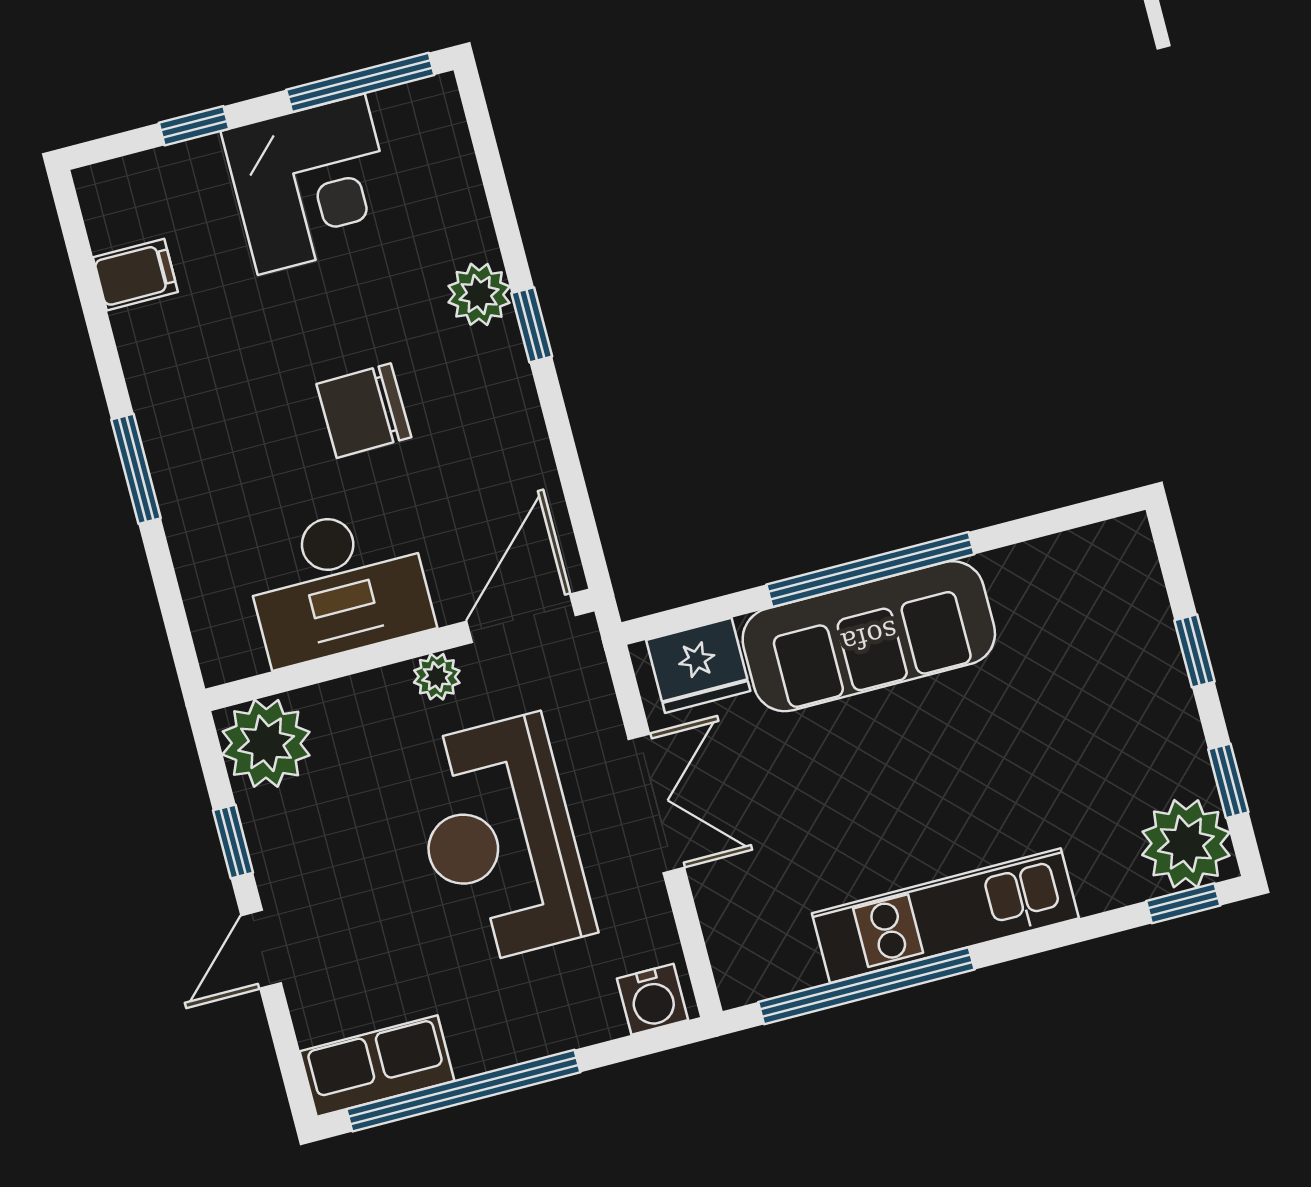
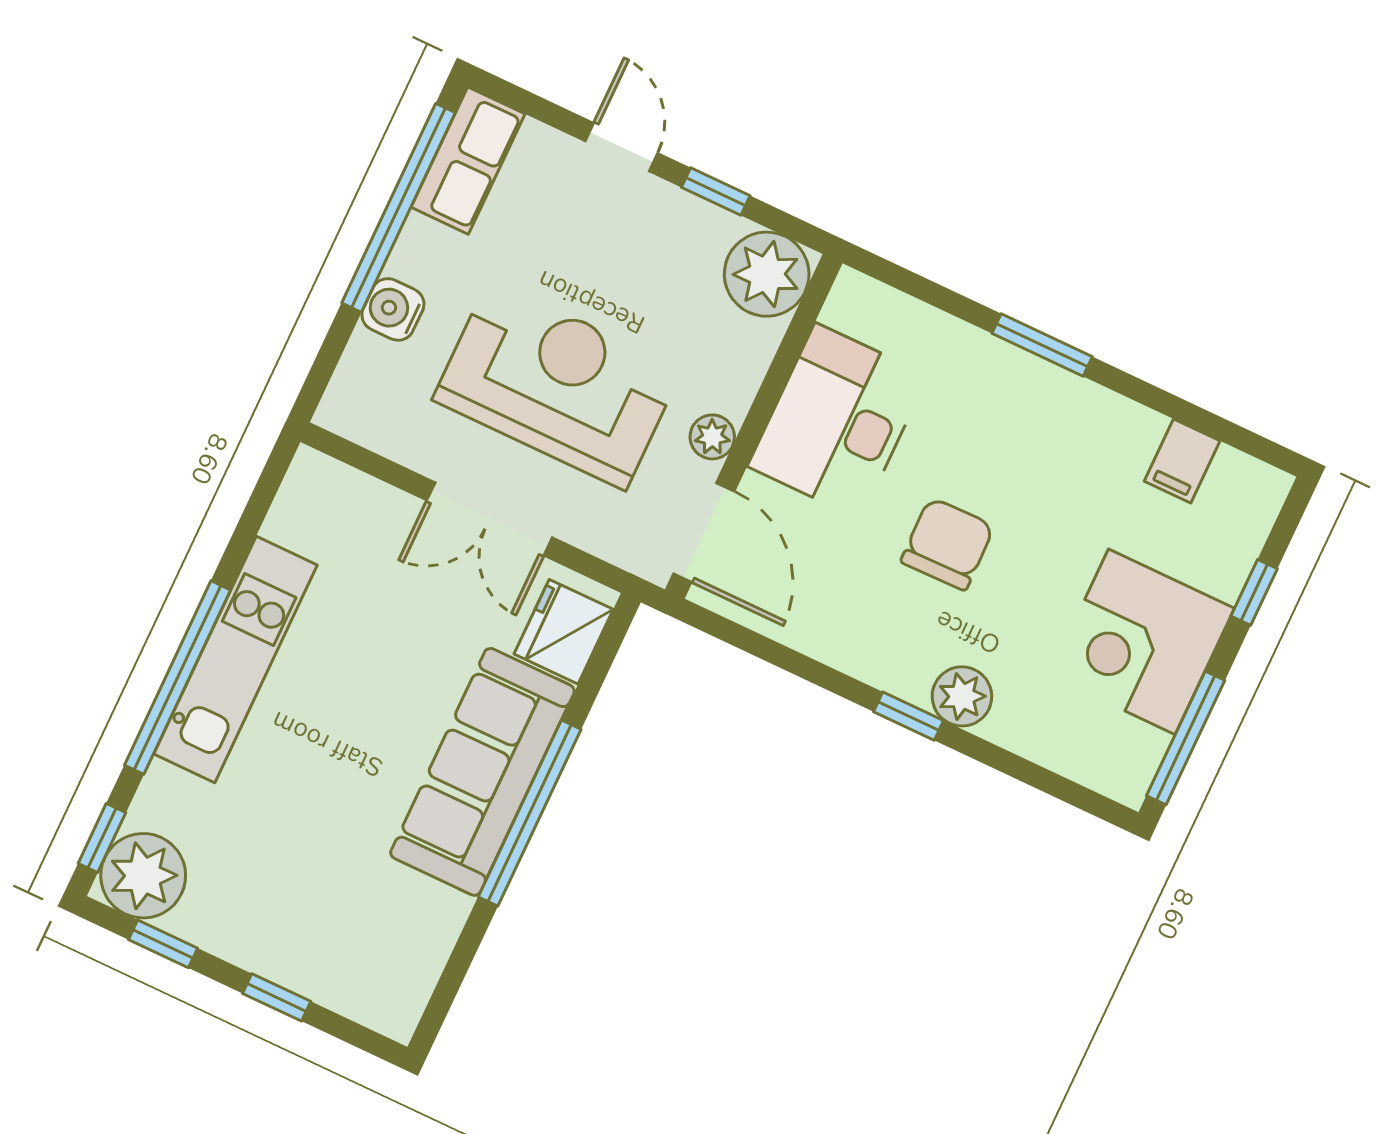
window: (866, 986) -> (177, 678), moved
water cooler: (653, 999) -> (393, 309), moved

